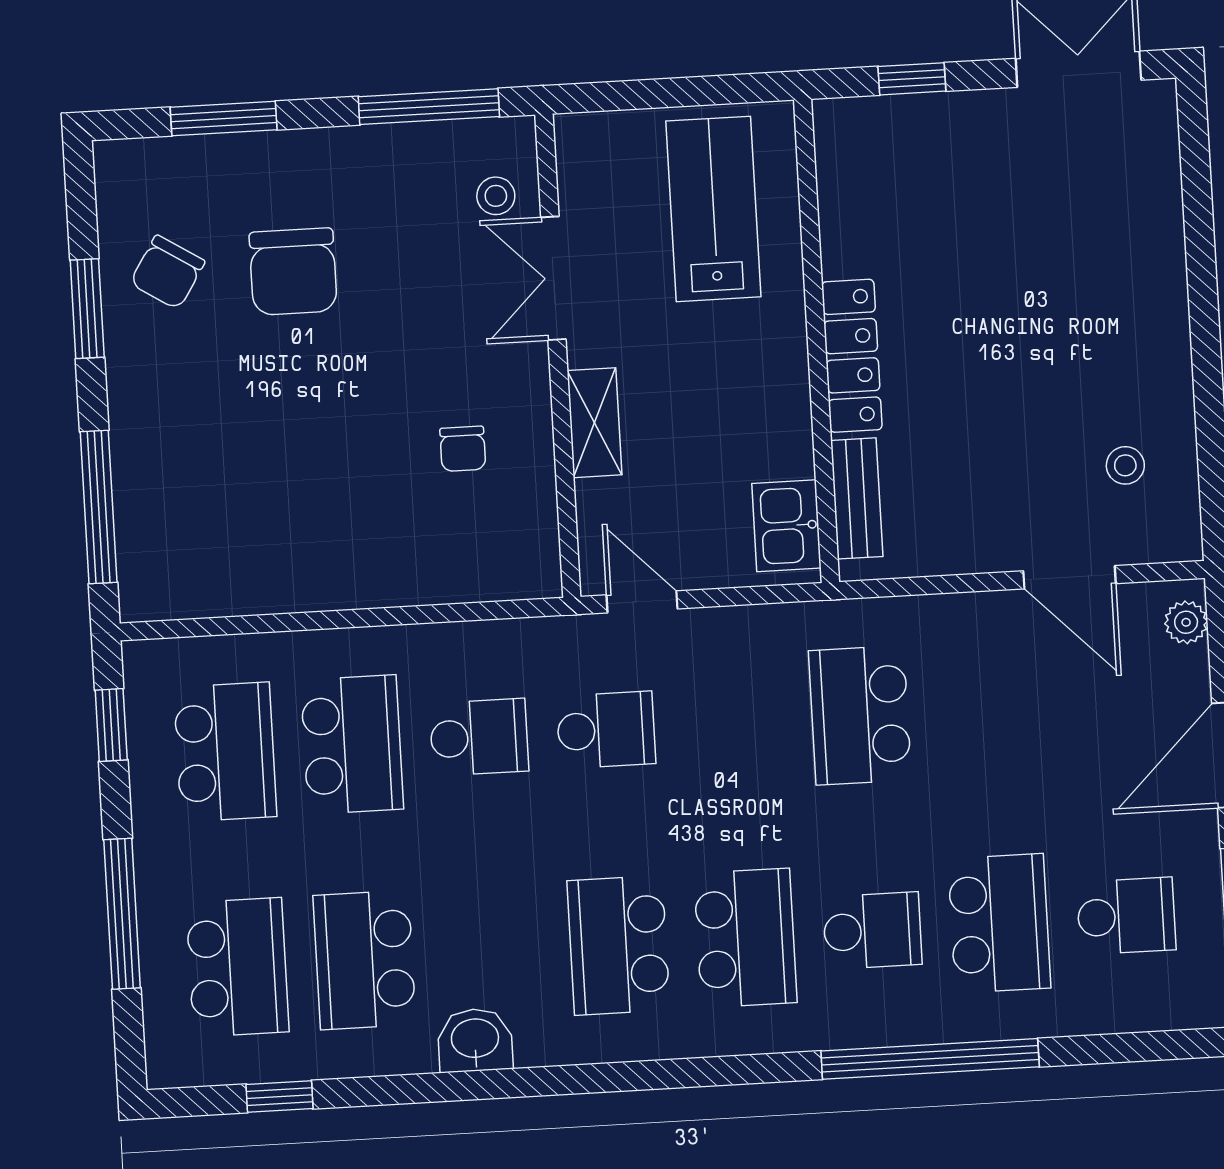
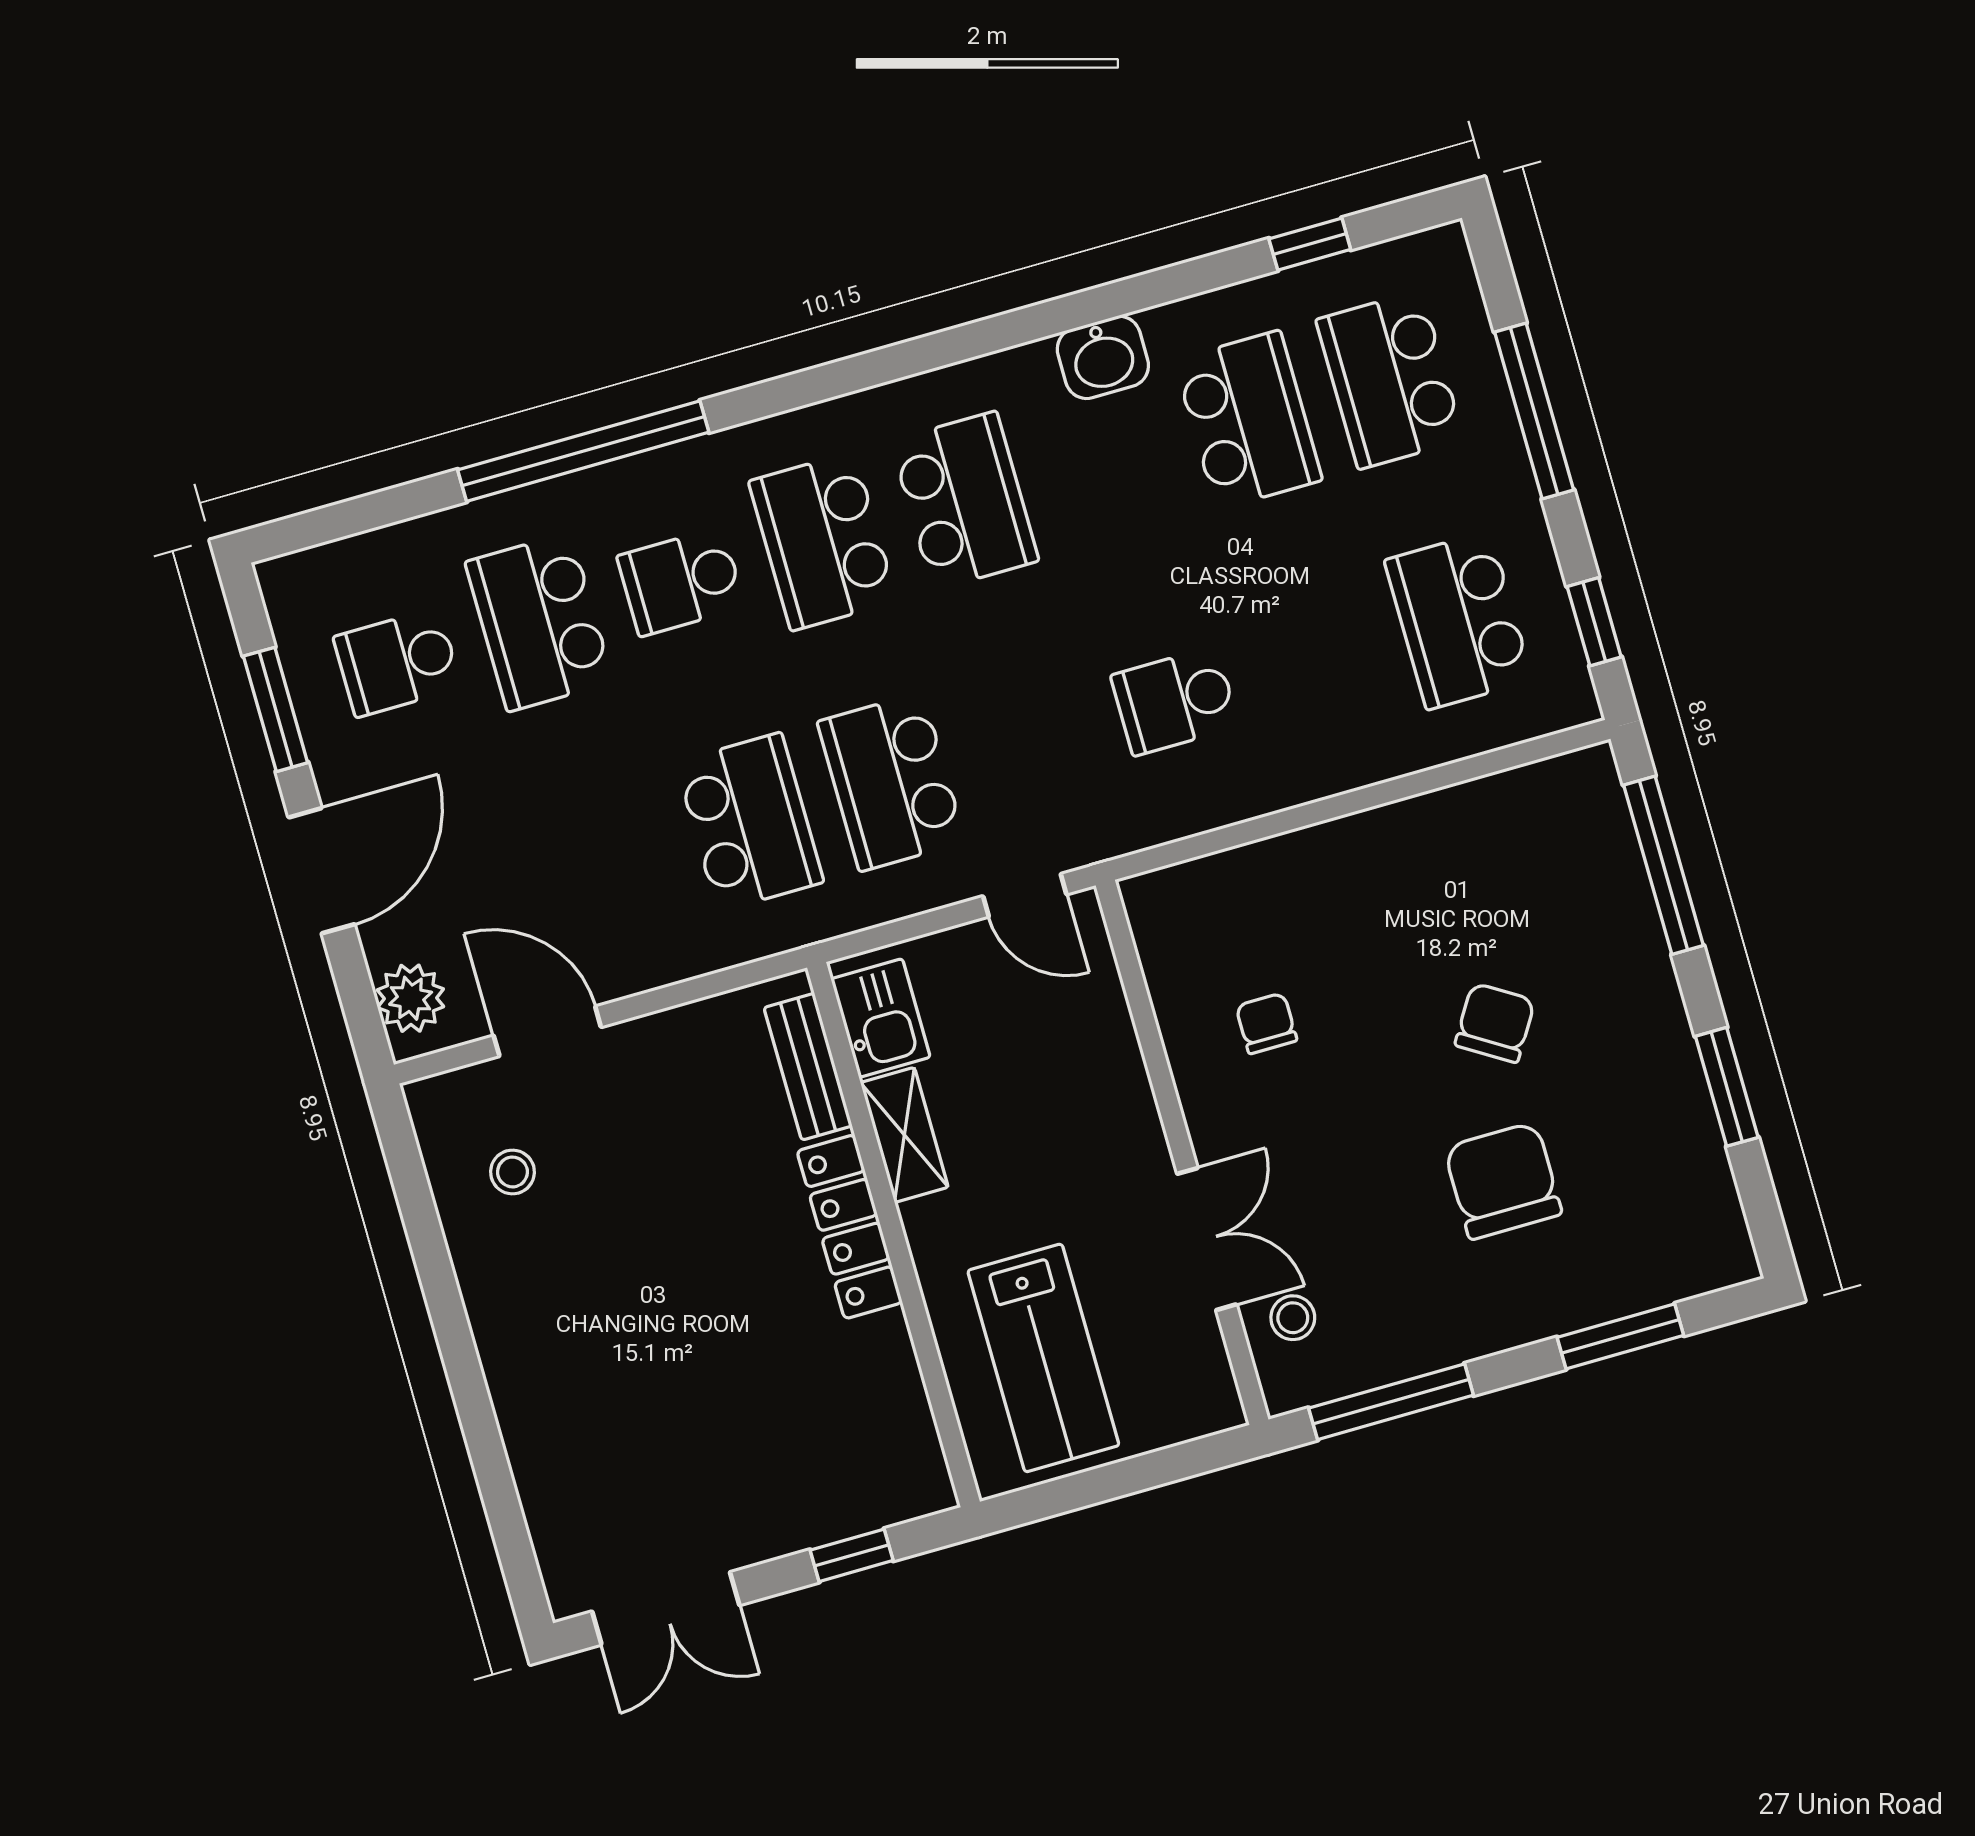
chair: (167, 272) -> (1495, 1023), moved
shelving: (594, 423) -> (904, 1135), moved
plant: (1186, 622) -> (411, 998), width x1.38, depth x1.38
school desk: (606, 730) -> (891, 782), moved, width x1.85
school desk: (352, 745) -> (1317, 661), removed

